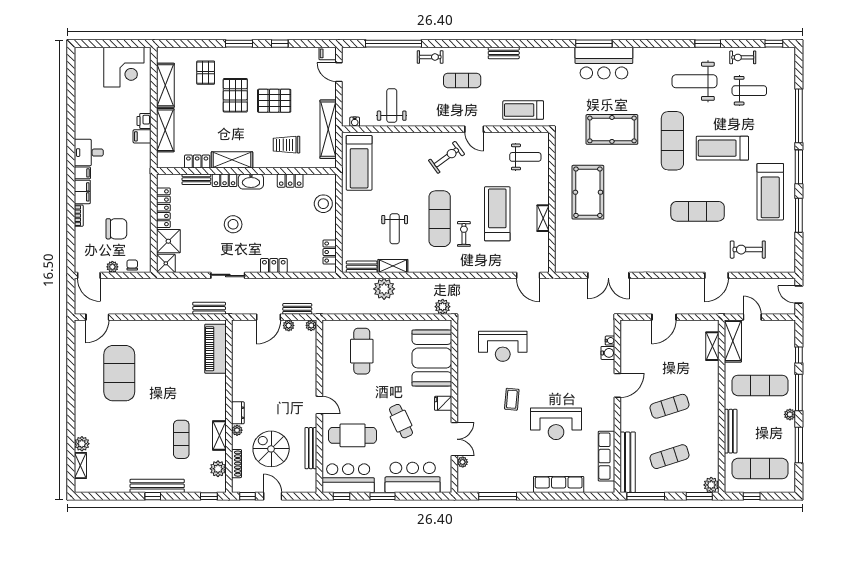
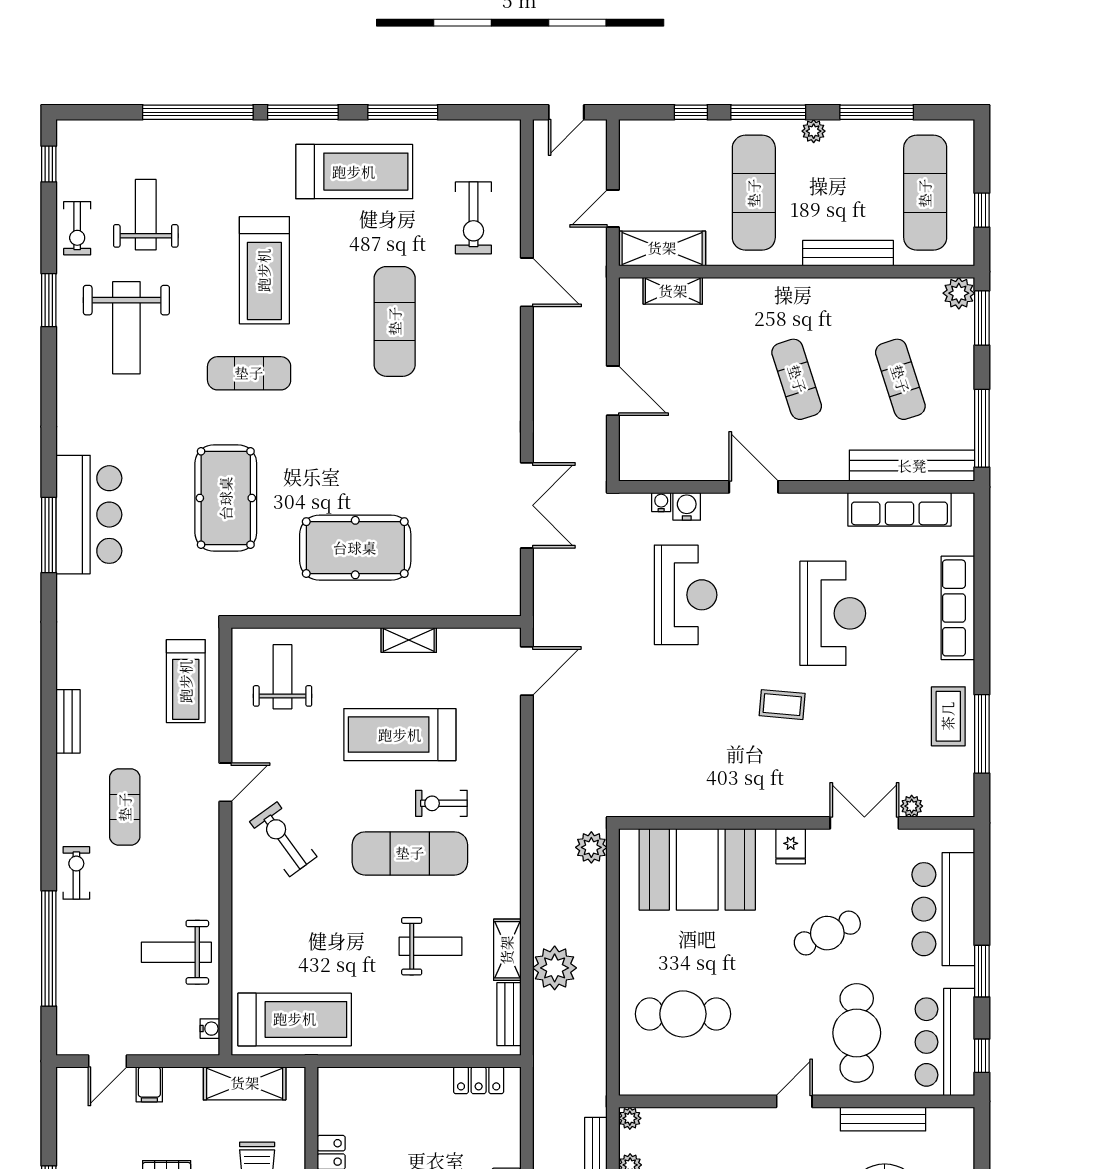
filing cabinet: (328, 53) -> (149, 1084), moved
shelving: (328, 129) -> (245, 1083), width x0.68
exercise mat: (672, 141) -> (249, 373), width x0.73, depth x0.69
stool: (323, 204) -> (379, 1093), removed
reception desk: (503, 346) -> (686, 595), moved
coffee table: (506, 480) -> (948, 716), added

